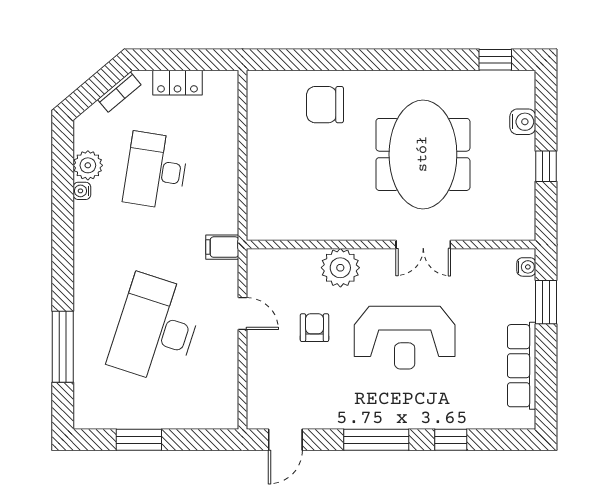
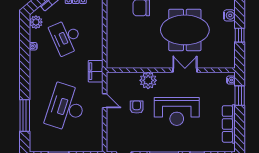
meeting table: (423, 154) -> (185, 30), turned 90
plant: (88, 165) -> (36, 22), moved
desk: (156, 171) -> (66, 37), turned -33
double door: (423, 245) -> (185, 70), swing flipped
filing cabinet: (222, 247) -> (96, 71), width x2.00

